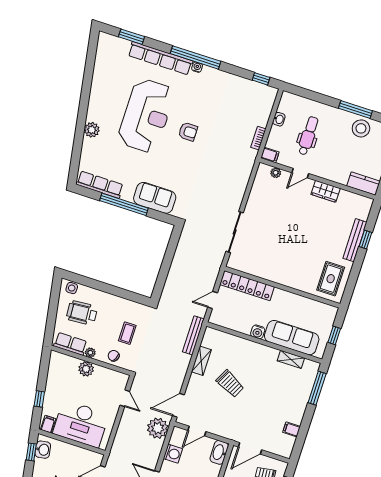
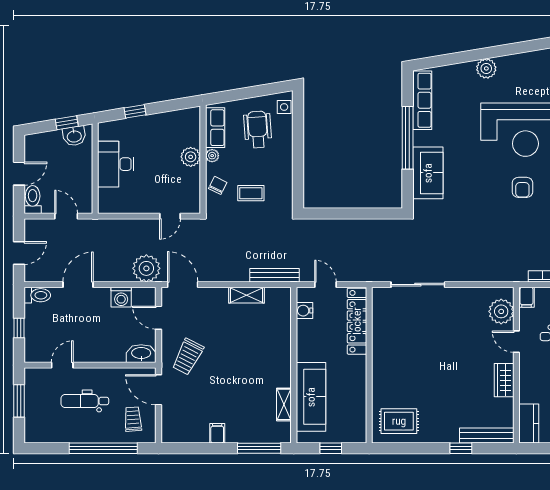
plant: (276, 173) -> (501, 311), width x1.87, depth x1.87
bench: (355, 240) -> (487, 435), moved
water cooler: (258, 332) -> (304, 311), moved
trolley: (230, 384) -> (188, 357), moved
filing cabinet: (48, 424) -> (108, 132), removed
desk: (81, 424) -> (116, 164), width x0.73, depth x0.77
filing cabinet: (292, 429) -> (217, 433), moved

